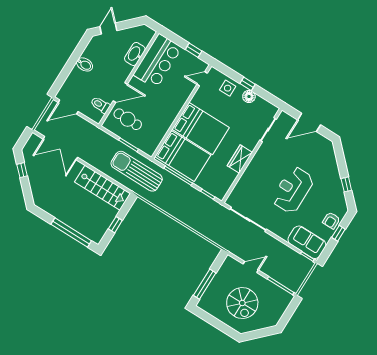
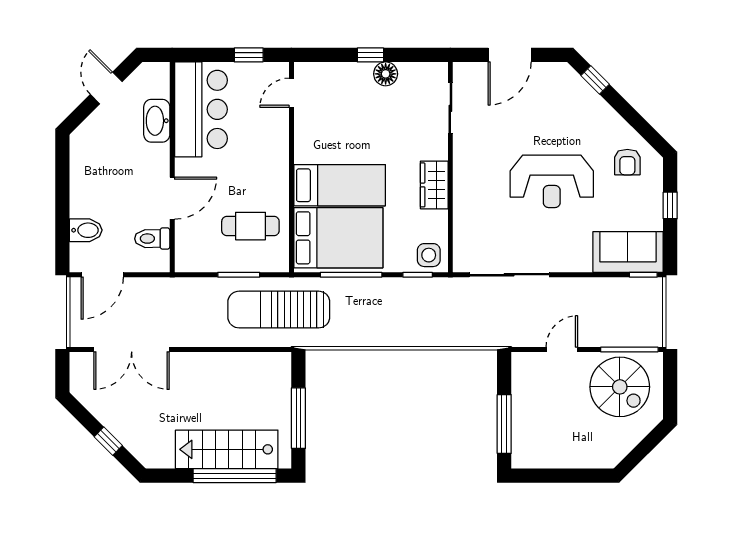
door: (108, 29) -> (106, 88), moved
bidet: (85, 64) -> (86, 230), moved
side table: (228, 88) -> (429, 255), moved
cafe table: (128, 119) -> (250, 226), moved
bed: (201, 128) -> (340, 185), width x0.67
window: (22, 170) -> (108, 441), moved
window: (346, 184) -> (595, 80), moved
stairs: (103, 188) -> (227, 449), moved, turned 180
reception desk: (293, 190) -> (552, 181), turned -90
armchair: (331, 220) -> (627, 162), moved
window: (115, 225) -> (298, 418), width x2.17
spiral stairs: (242, 303) -> (620, 387), moved

